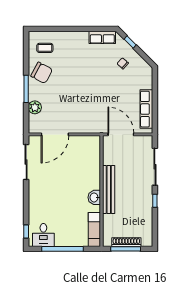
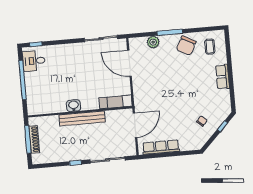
row of seats: (102, 37) -> (223, 77), moved
exam couch: (94, 229) -> (116, 102), moved

